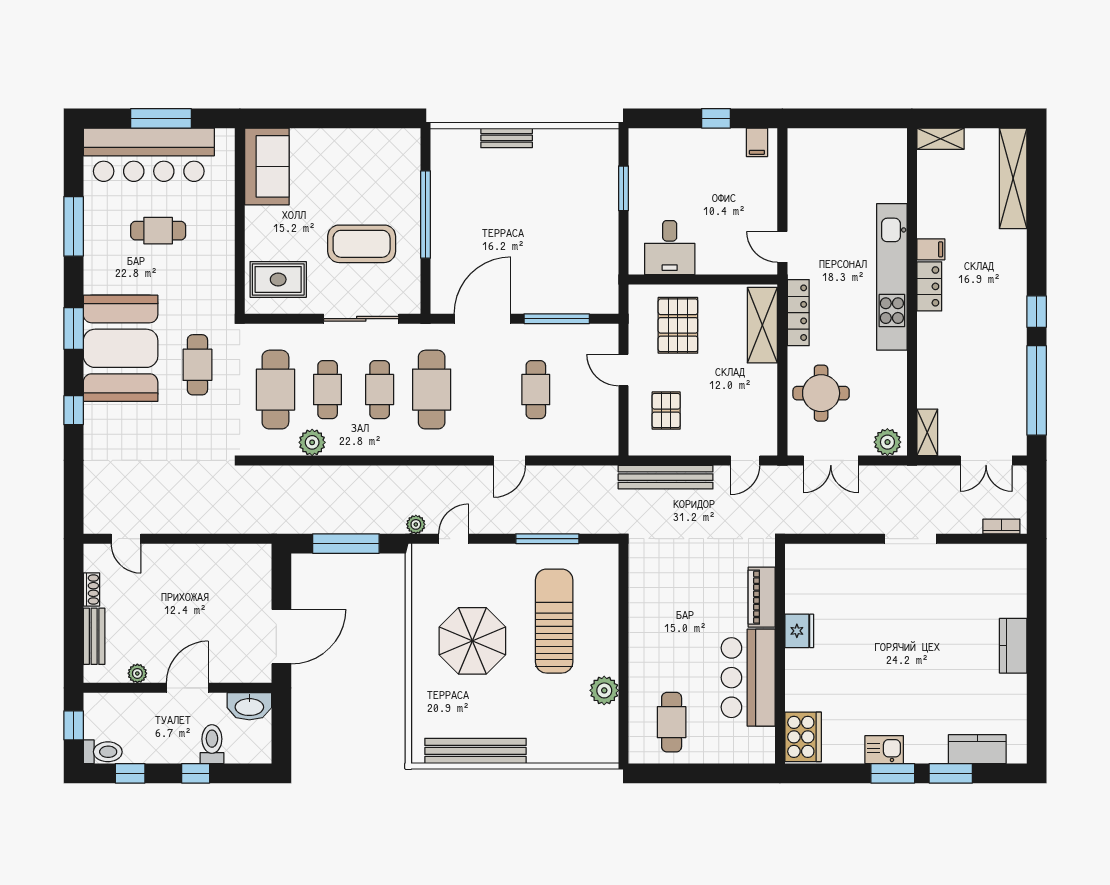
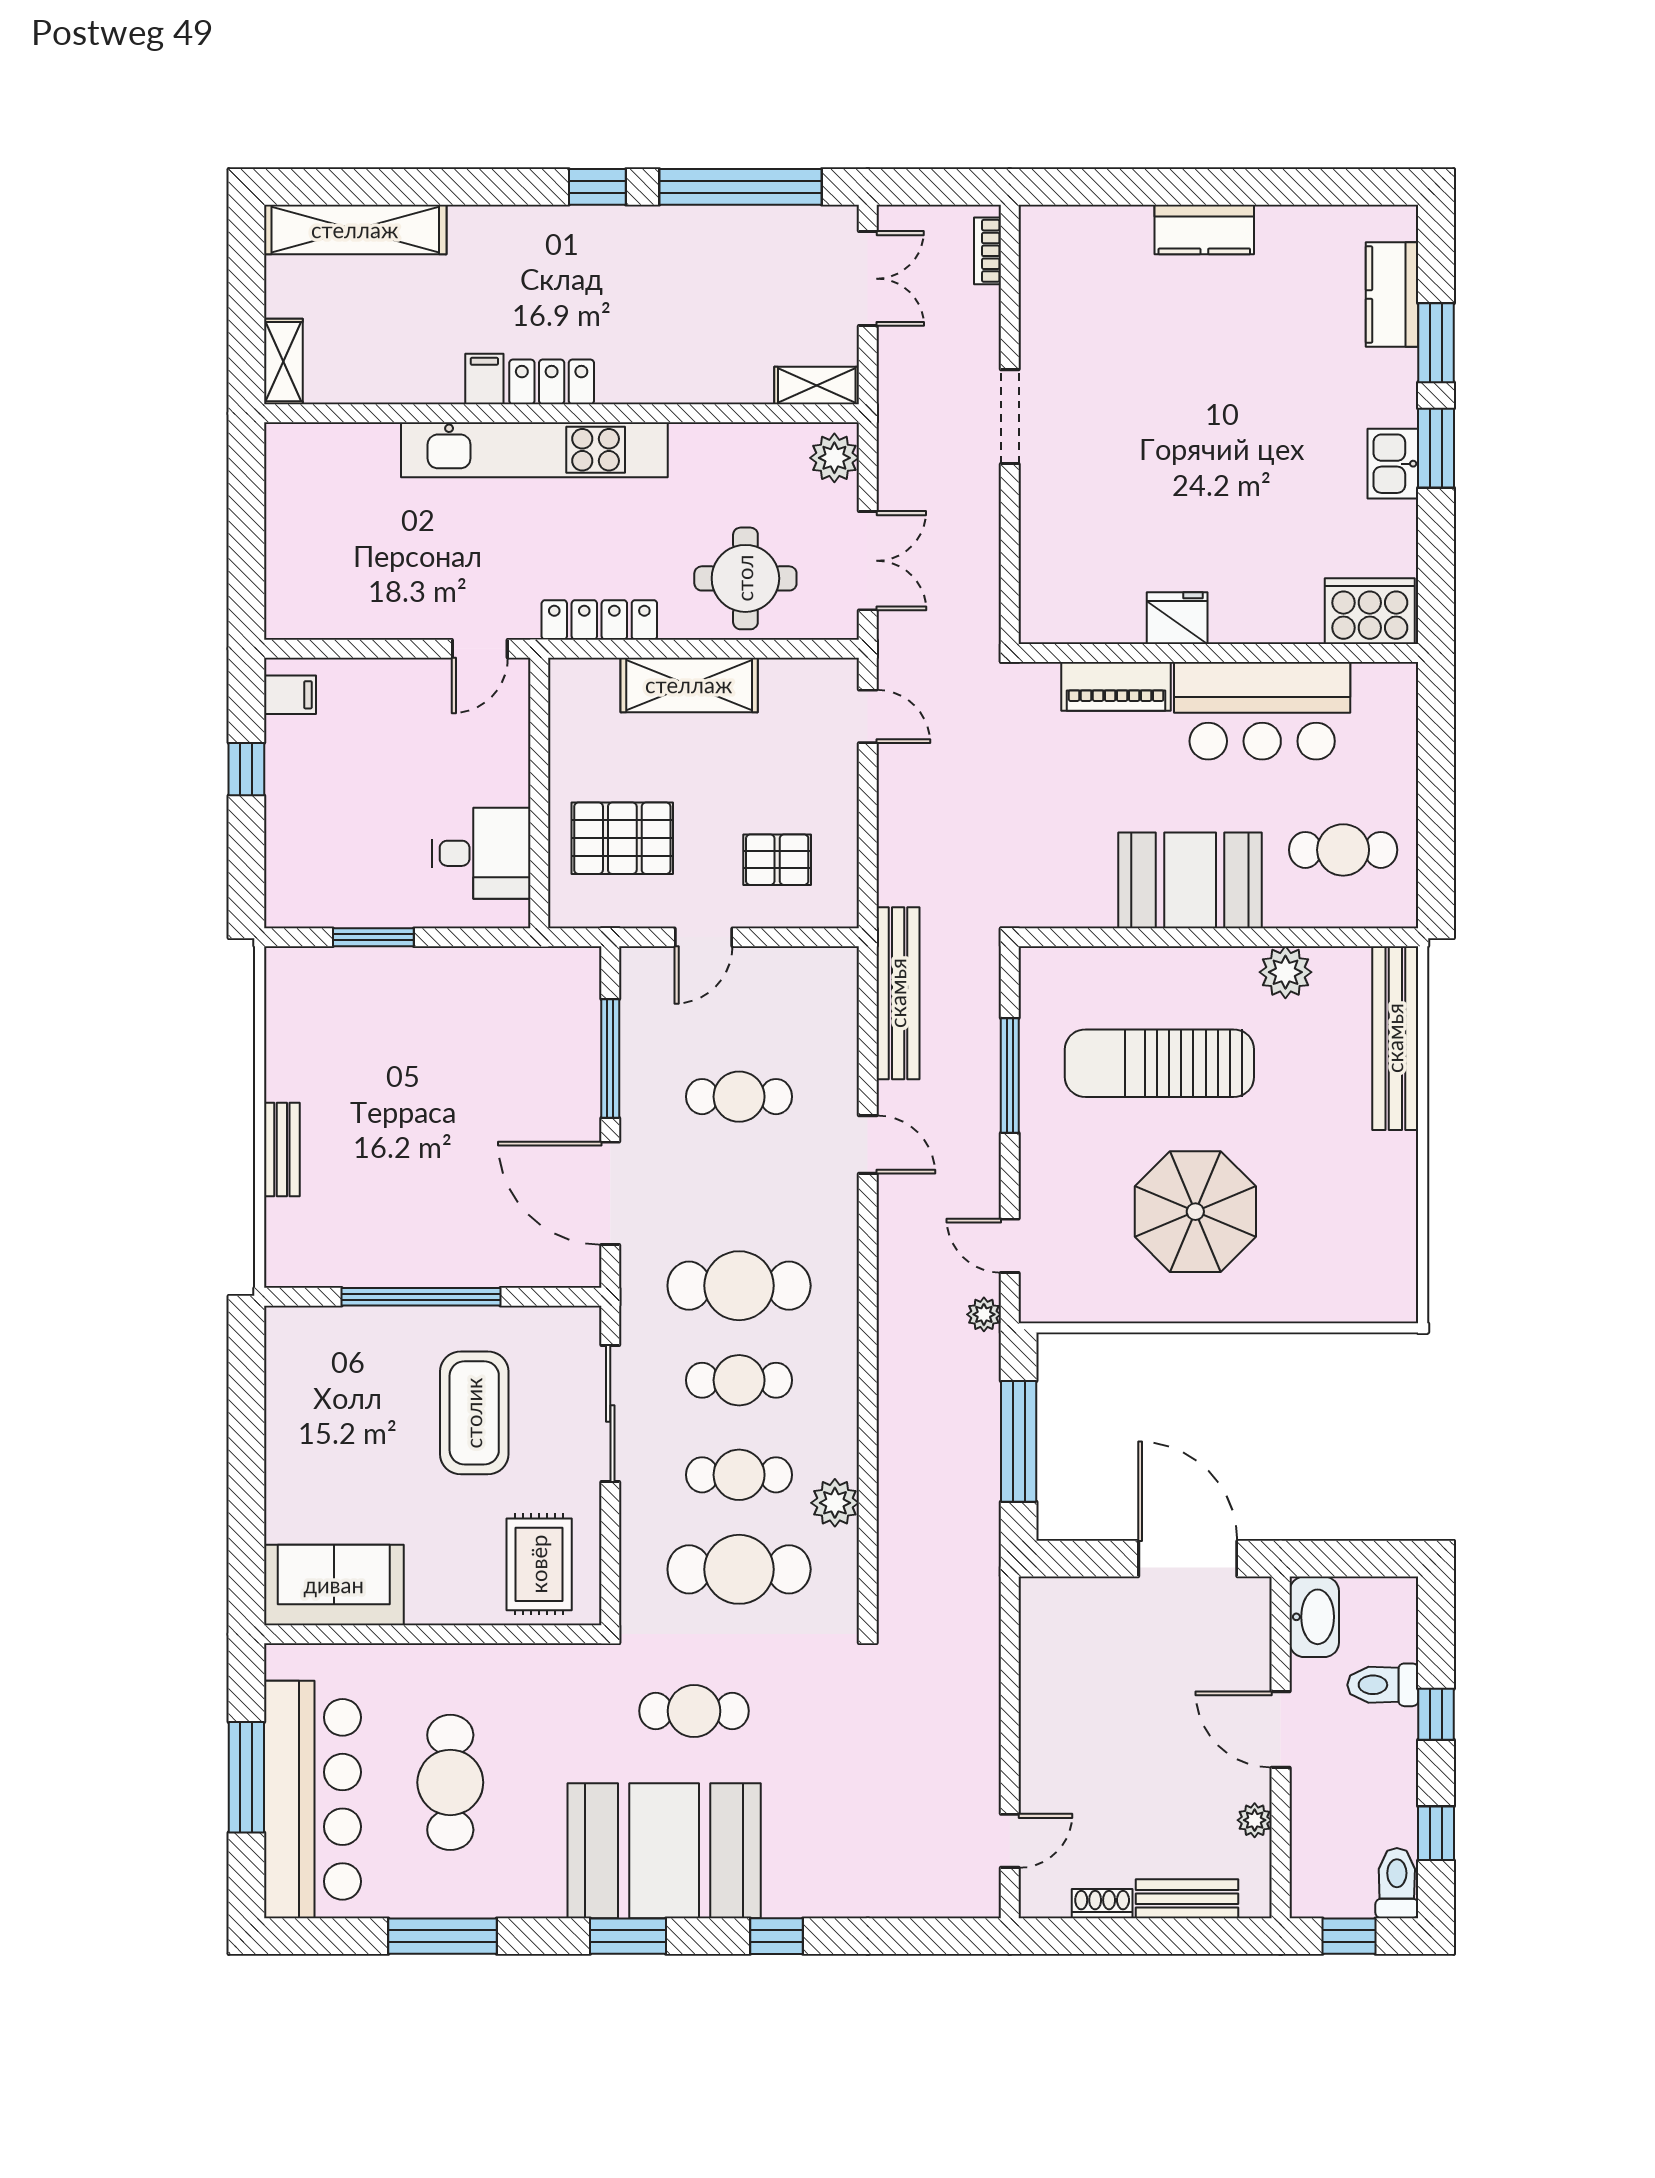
cafe table: (158, 231) -> (450, 1782), width x1.37, depth x1.35
shelving: (762, 325) -> (689, 685), moved
bench: (666, 477) -> (898, 993), moved
booth: (655, 638) -> (1190, 880), added
bench: (476, 751) -> (1395, 1038), moved

